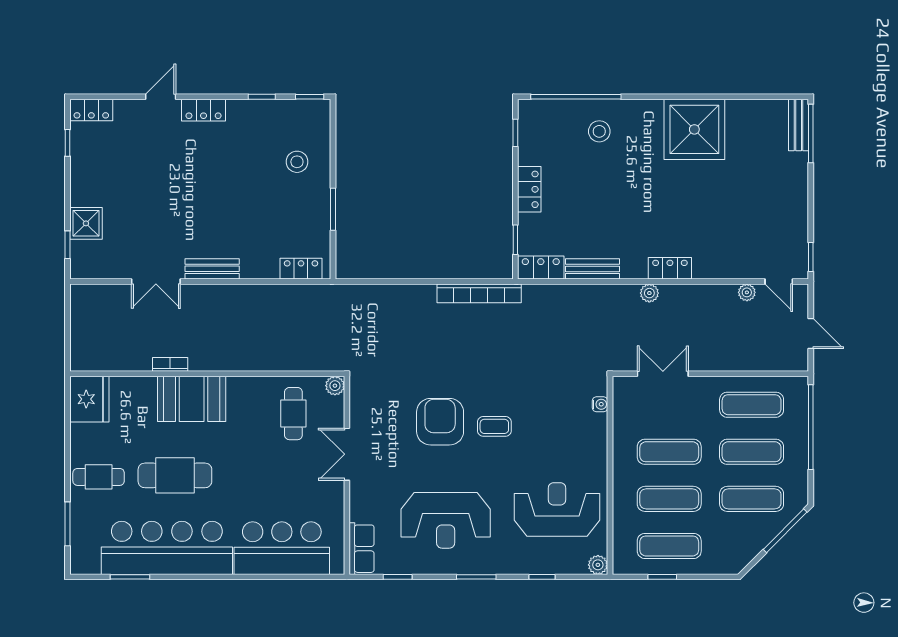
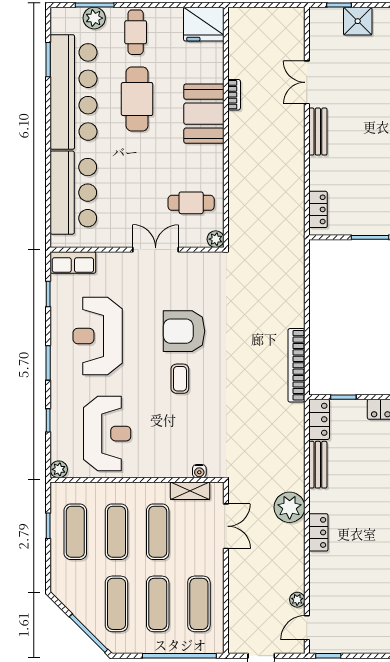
plant: (649, 293) -> (290, 507), width x1.88, depth x1.88
shelving: (622, 415) -> (190, 491), added
armchair: (440, 422) -> (184, 331), turned 180
plant: (82, 524) -> (94, 18), added

